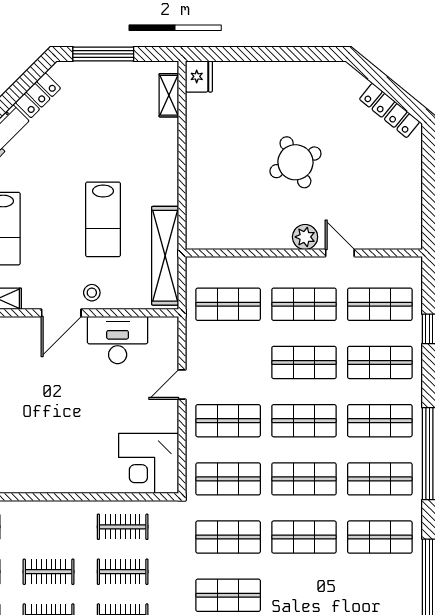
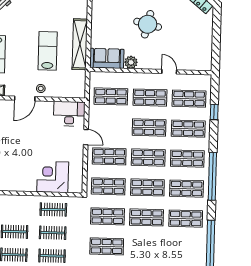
round table: (295, 162) -> (148, 24), turned 38
lab bench: (103, 219) -> (48, 51), turned 180
sofa: (218, 231) -> (107, 58), added
plant: (305, 237) -> (131, 62), moved
shelving: (165, 256) -> (80, 44), moved
desk: (118, 340) -> (69, 114), moved
door: (182, 384) -> (86, 137), swing flipped
corner desk: (149, 463) -> (53, 177), moved, turned 90

